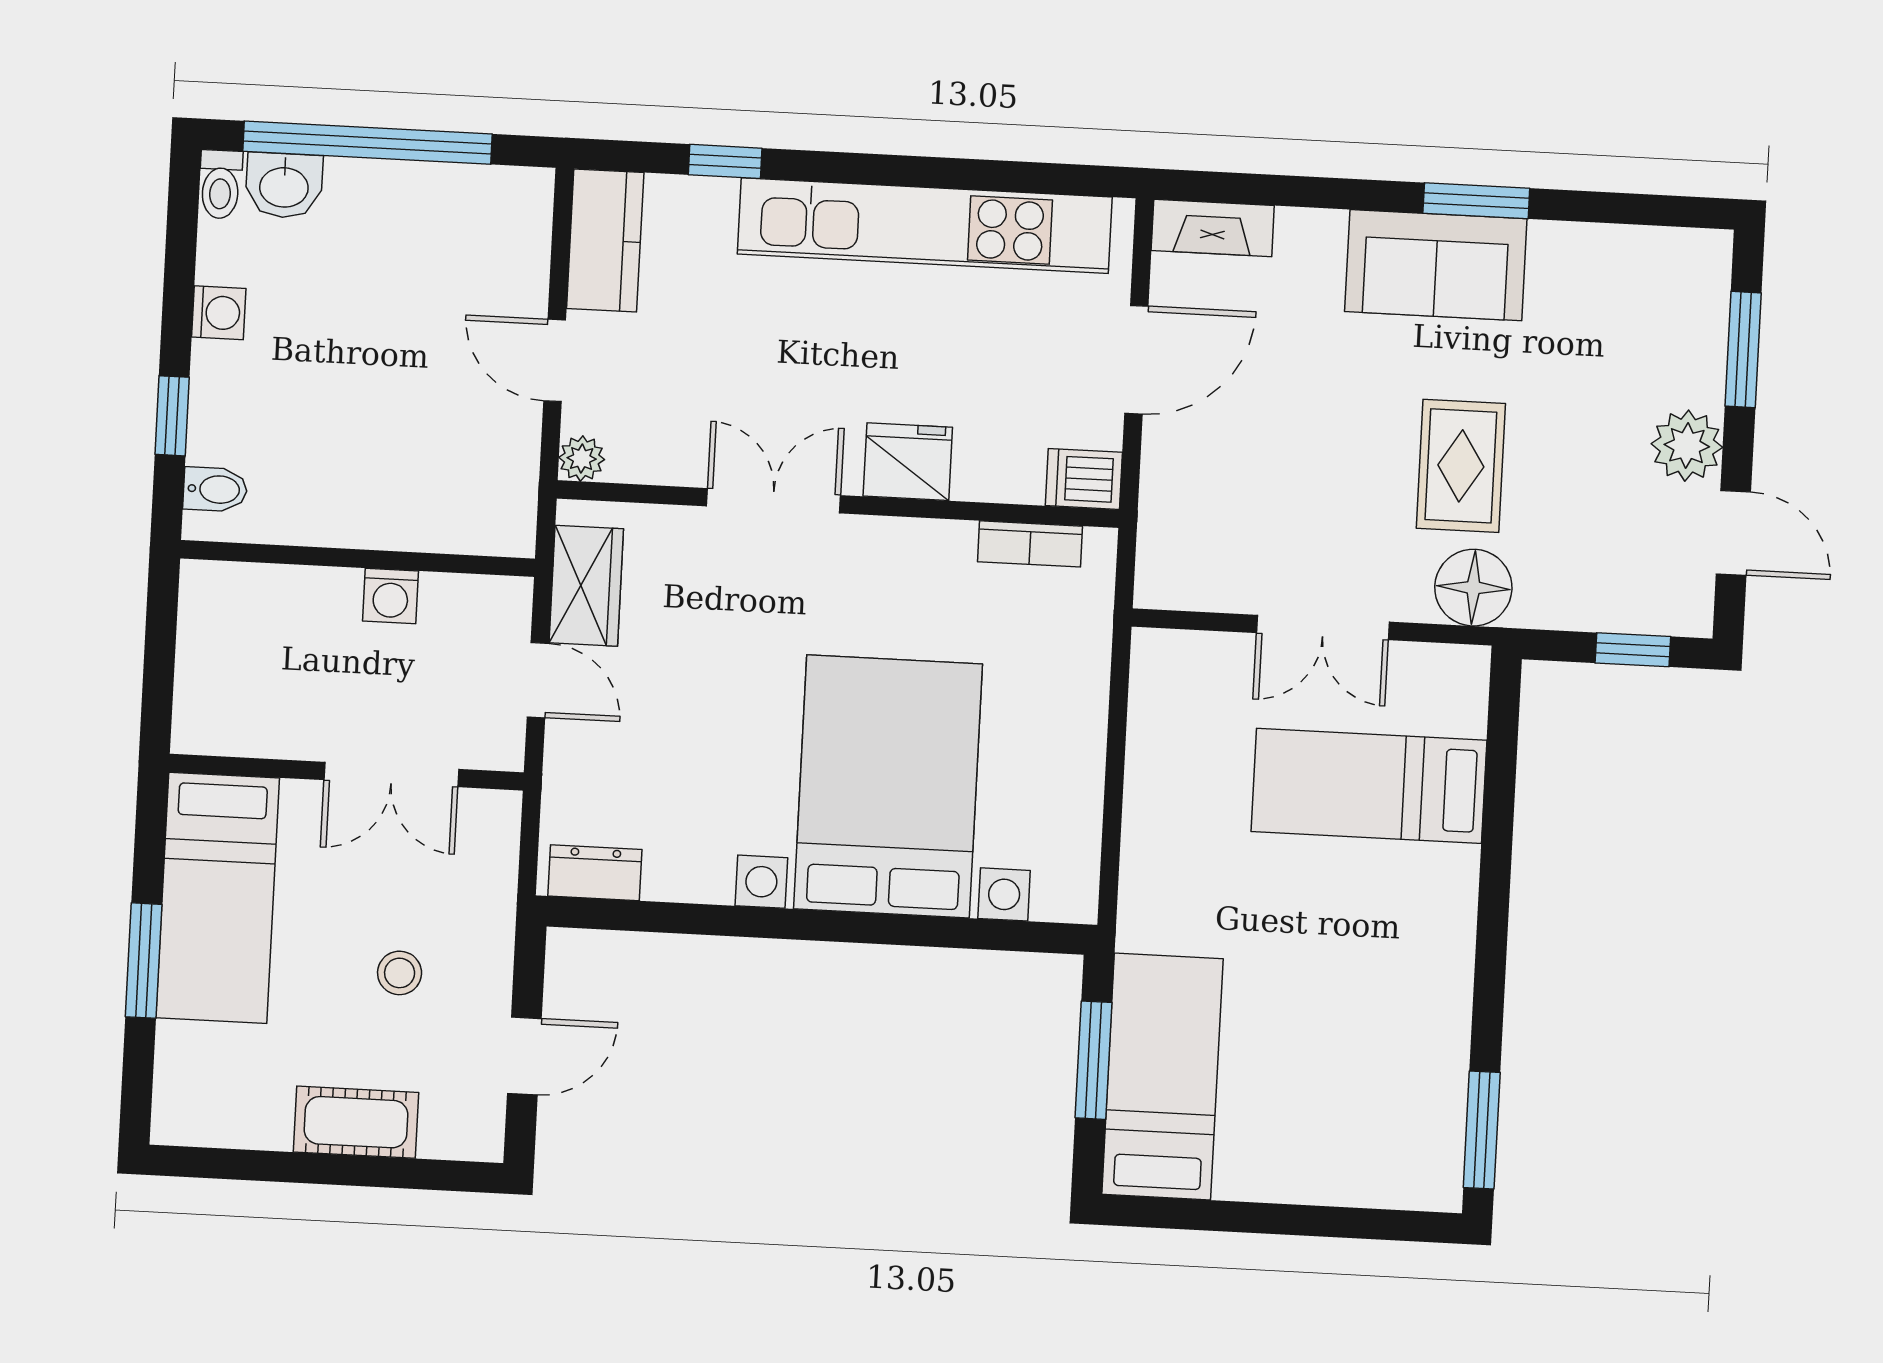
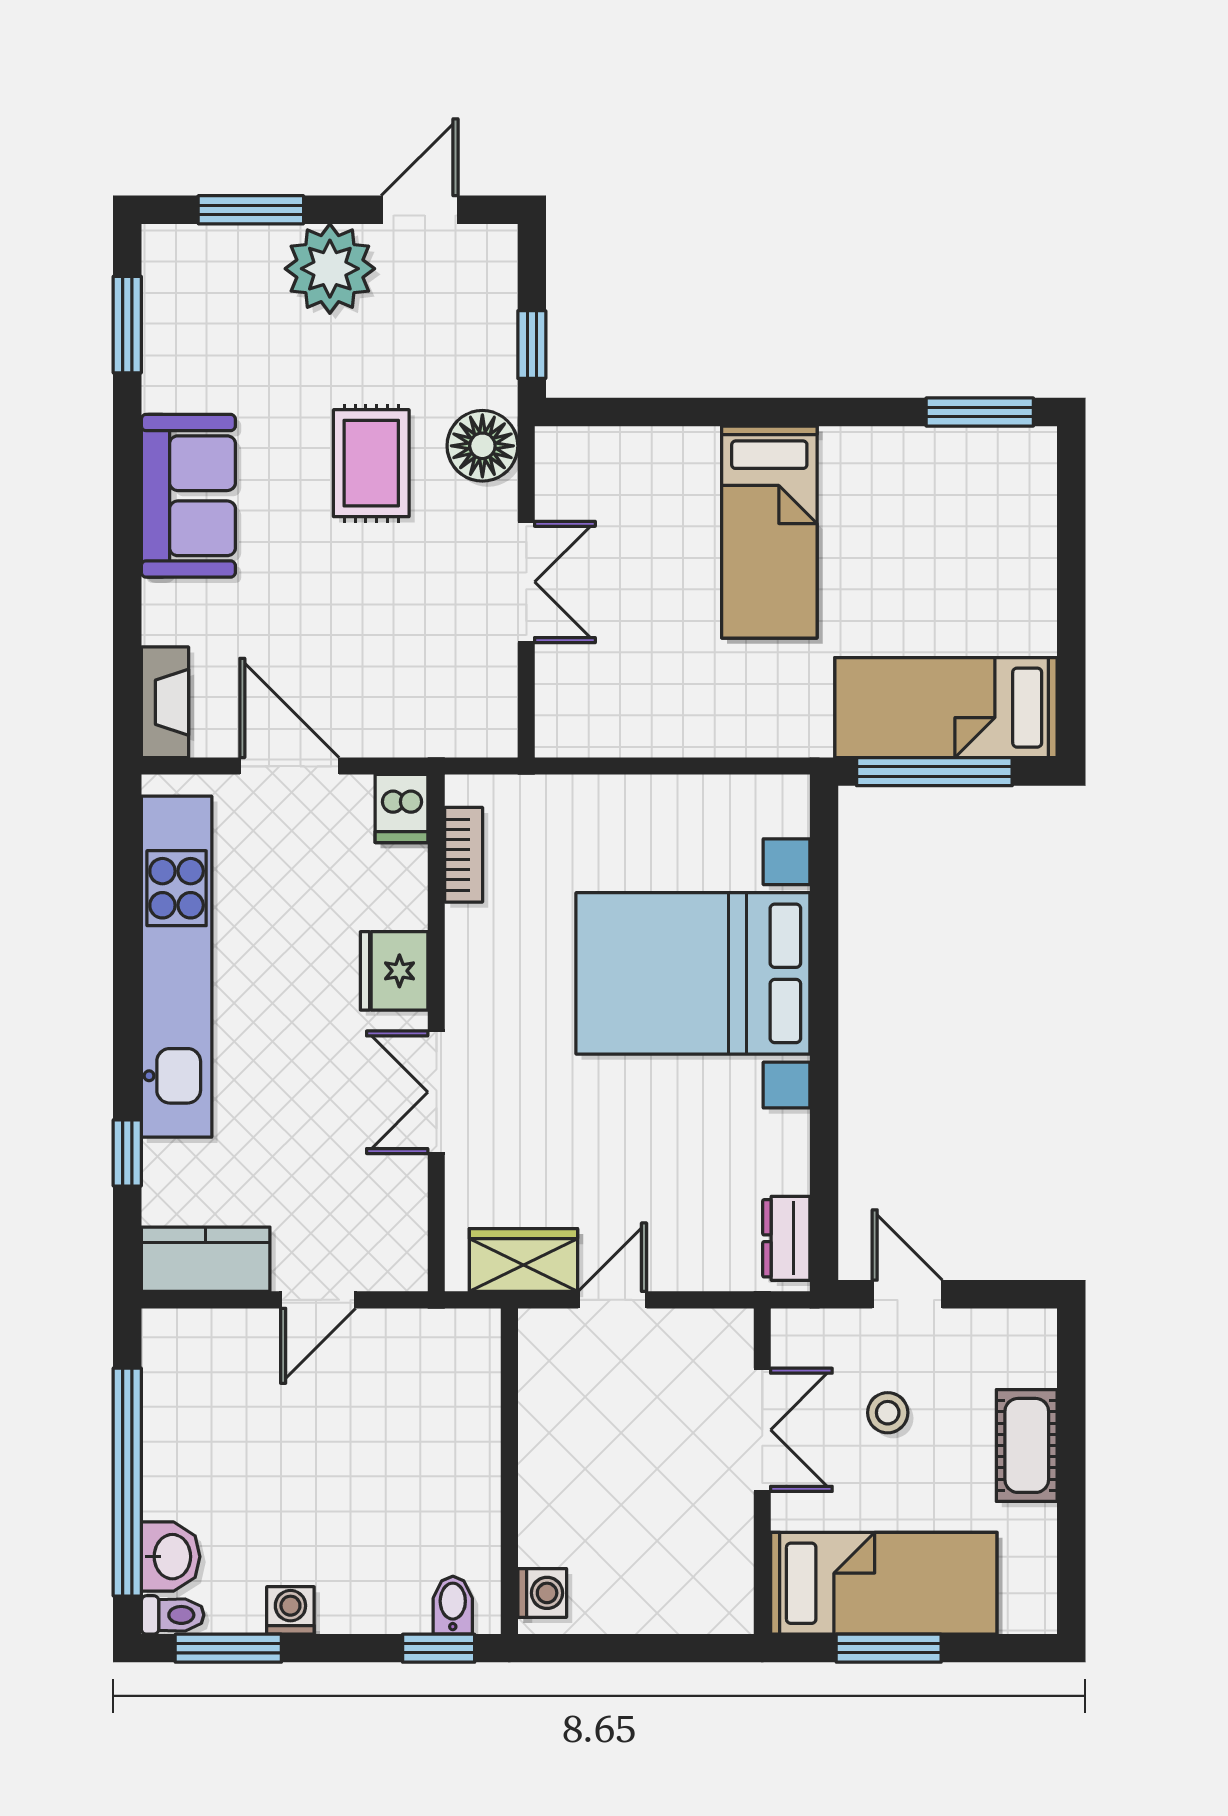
window: (1476, 201) -> (127, 325), moved
window: (181, 243) -> (228, 1648), added
window: (172, 416) -> (439, 1648), moved
plant: (1687, 446) -> (330, 269), width x1.36, depth x1.36
plant: (582, 458) -> (407, 1270), removed
rug: (1461, 466) -> (371, 463), turned 90
washing machine: (391, 596) -> (542, 1593), moved
window: (1633, 650) -> (532, 345), moved
wall: (346, 772) -> (762, 1471), moved
double door: (391, 775) -> (762, 1430), moved
bed: (1369, 786) -> (769, 532), moved
bed: (218, 898) -> (884, 1583), moved
door: (524, 1056) -> (907, 1294), moved
window: (1094, 1060) -> (934, 772), width x1.44

